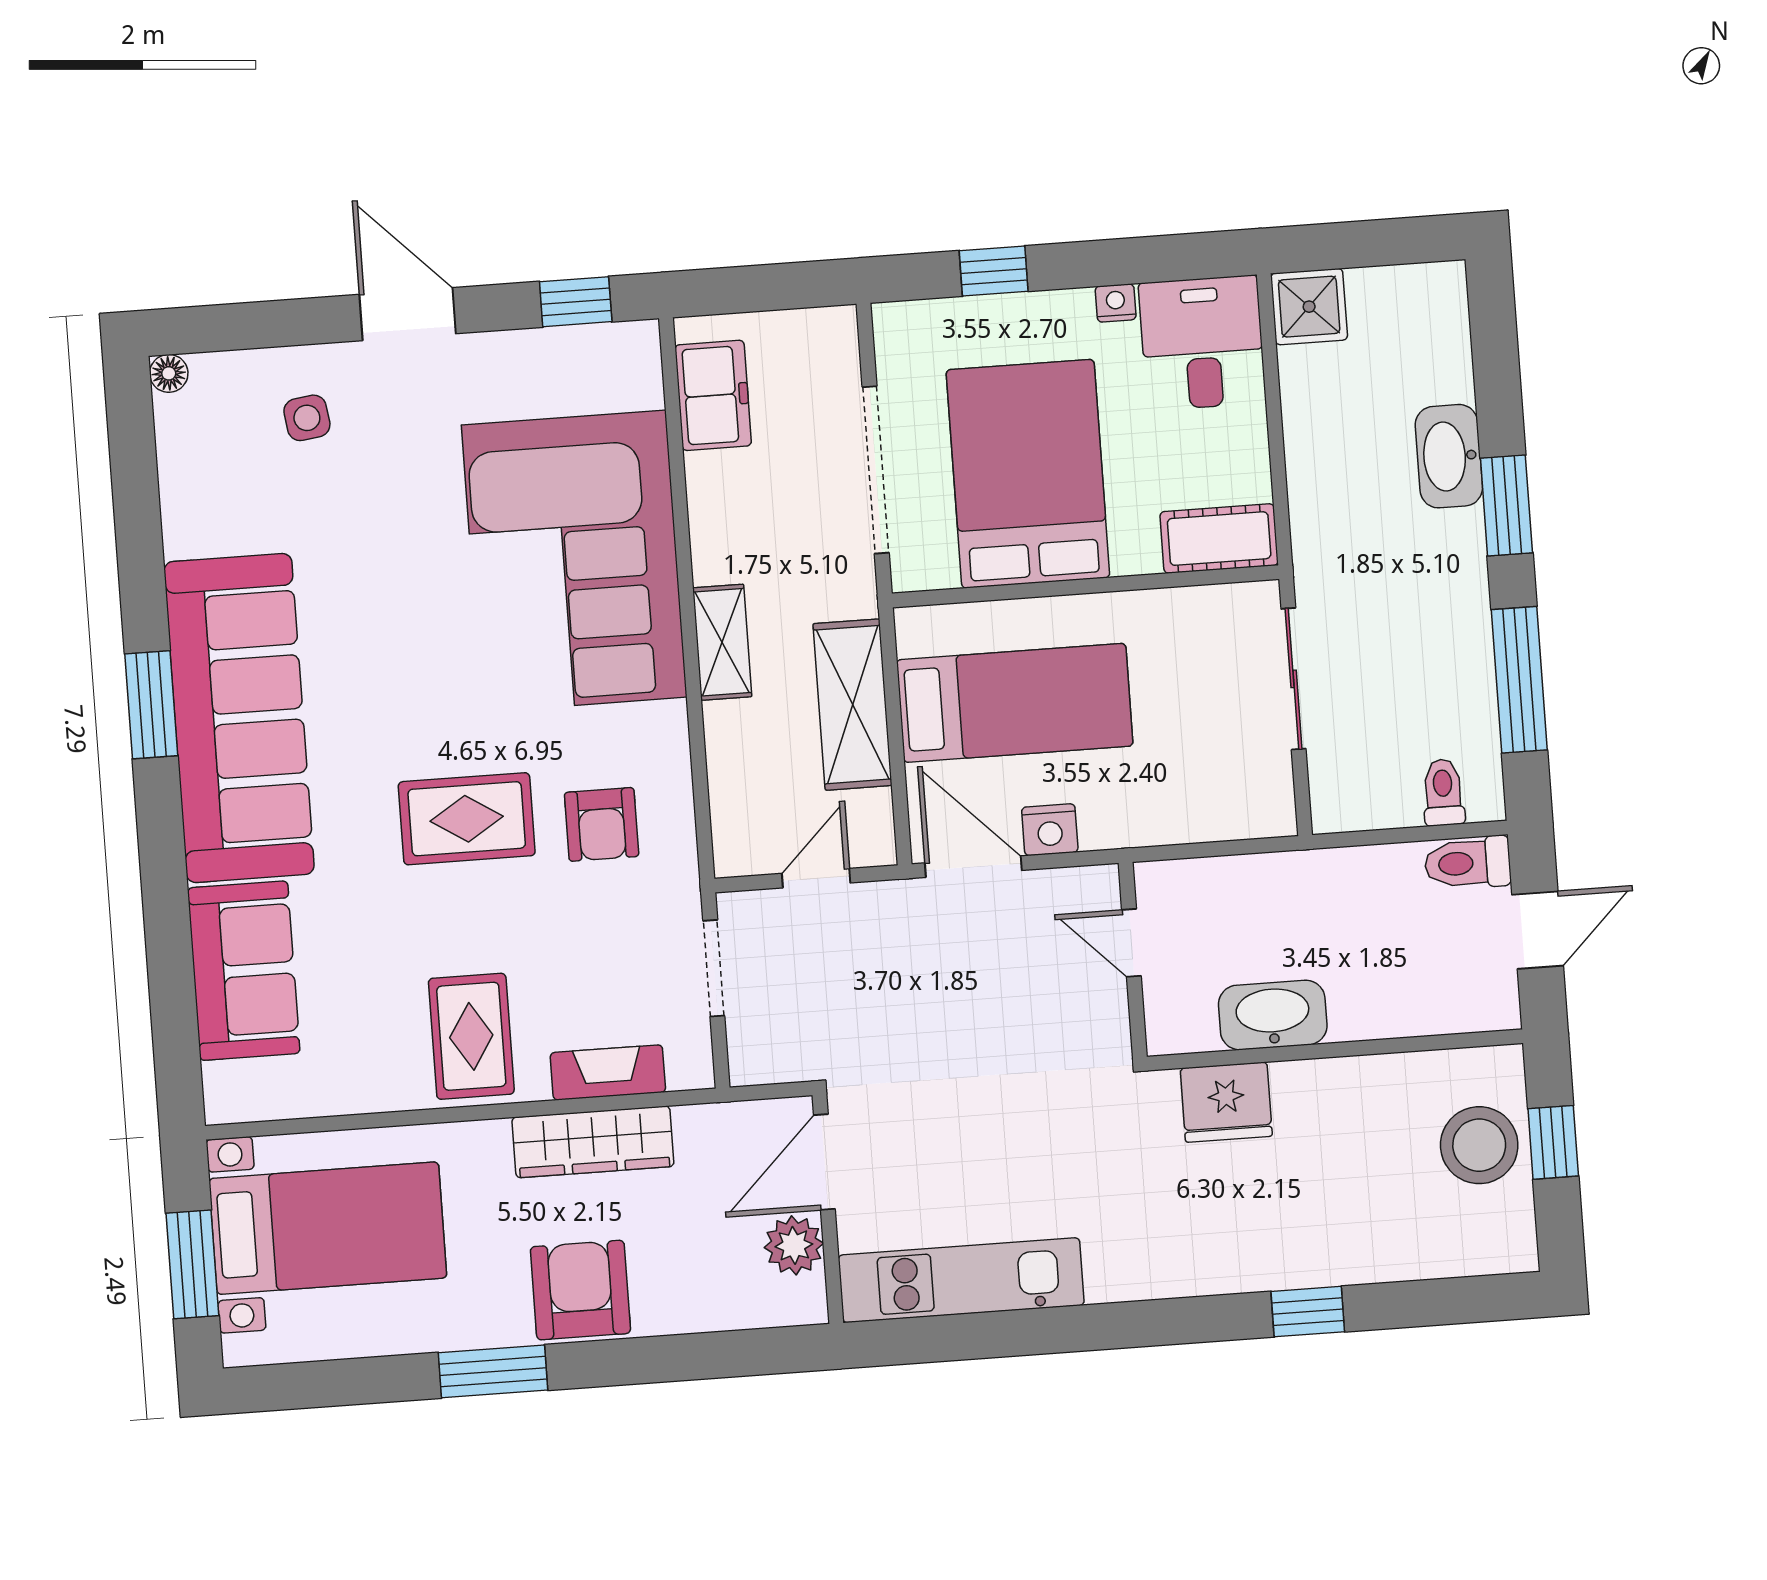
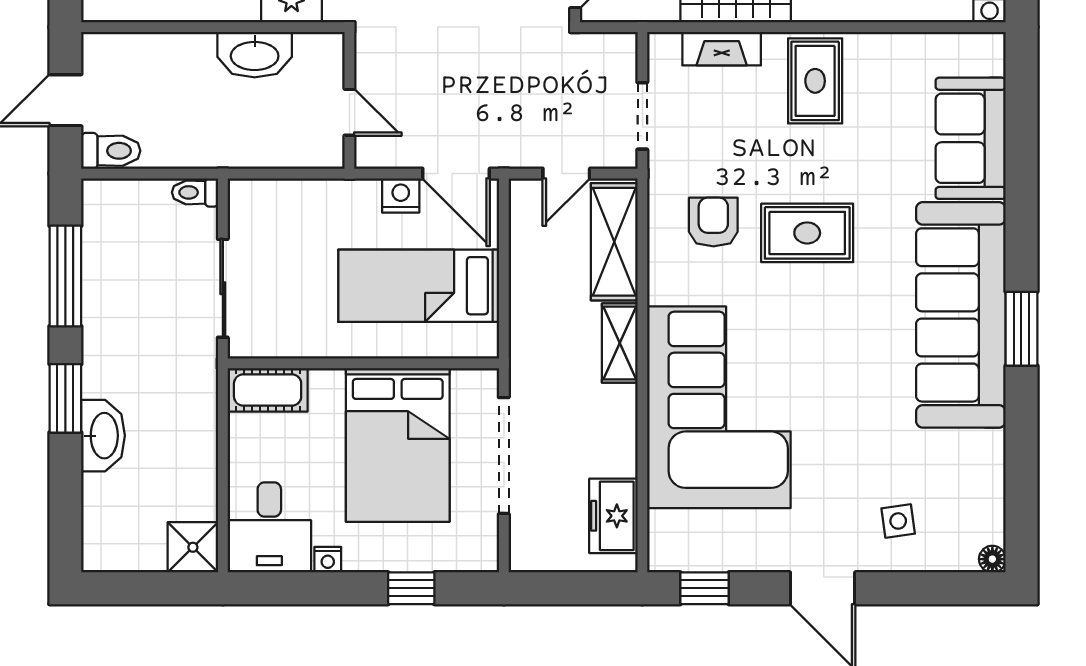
shelving: (853, 705) -> (614, 242), moved
toilet: (1443, 792) -> (195, 192), moved, turned 90

